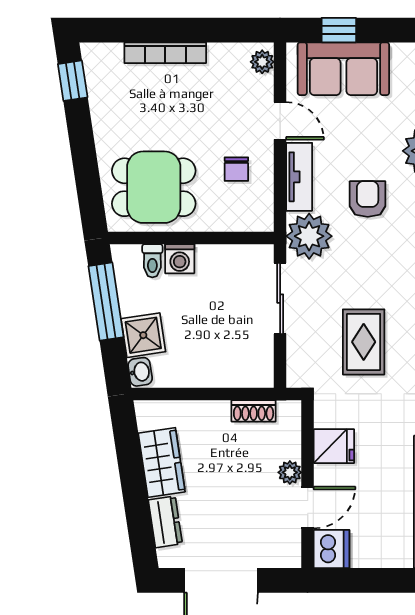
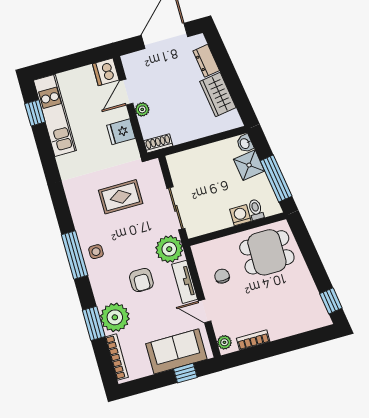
bookcase: (165, 53) -> (253, 340), moved, width x0.64
rug: (364, 342) -> (121, 197), turned 90
shoe rack: (254, 411) -> (158, 143), moved

